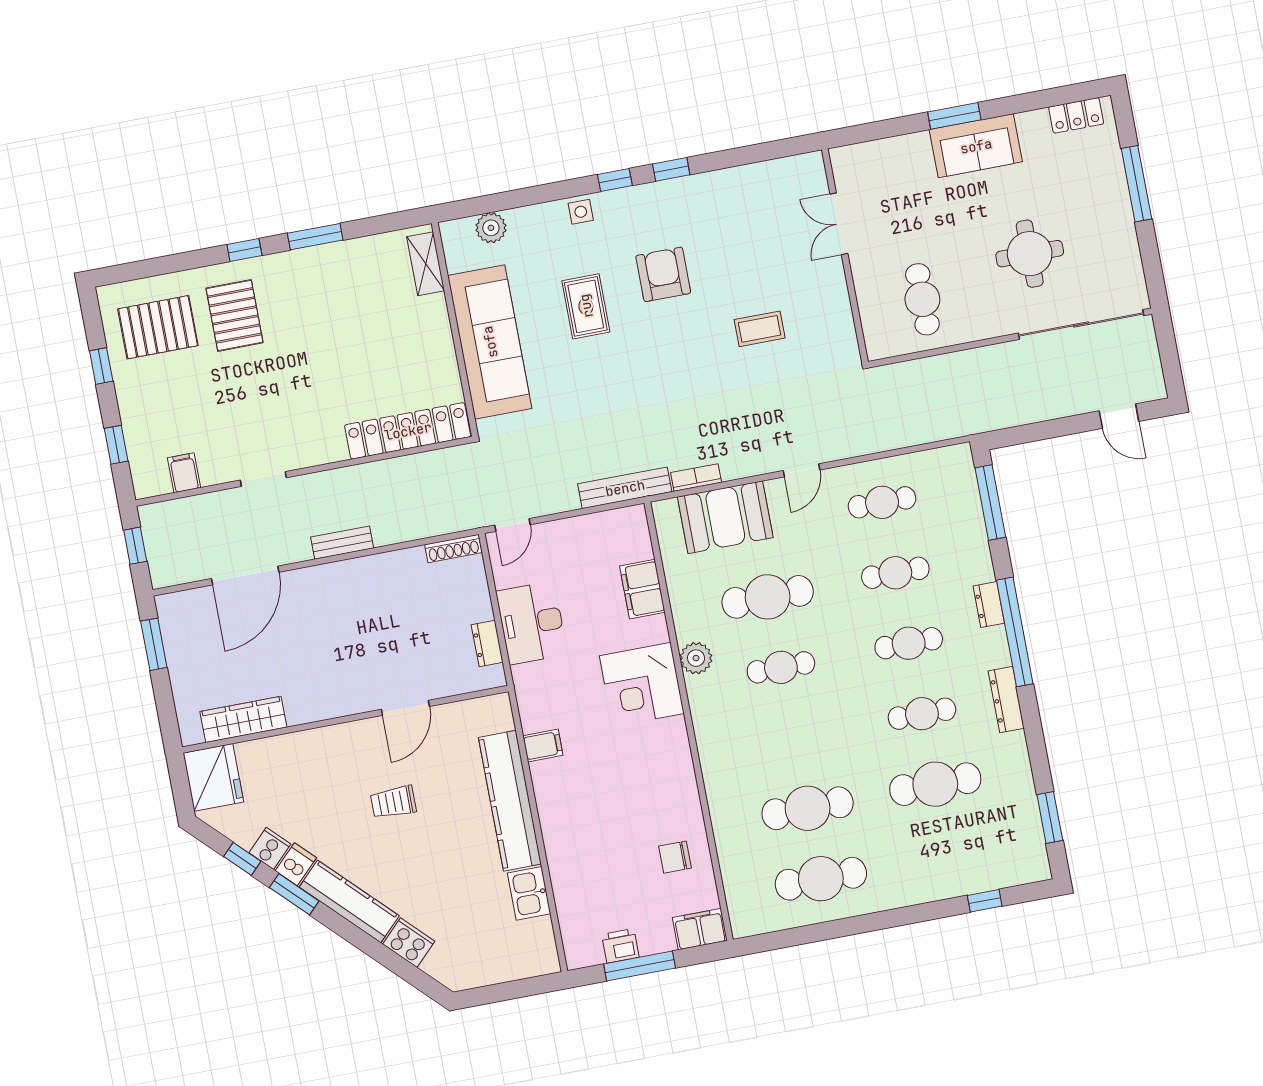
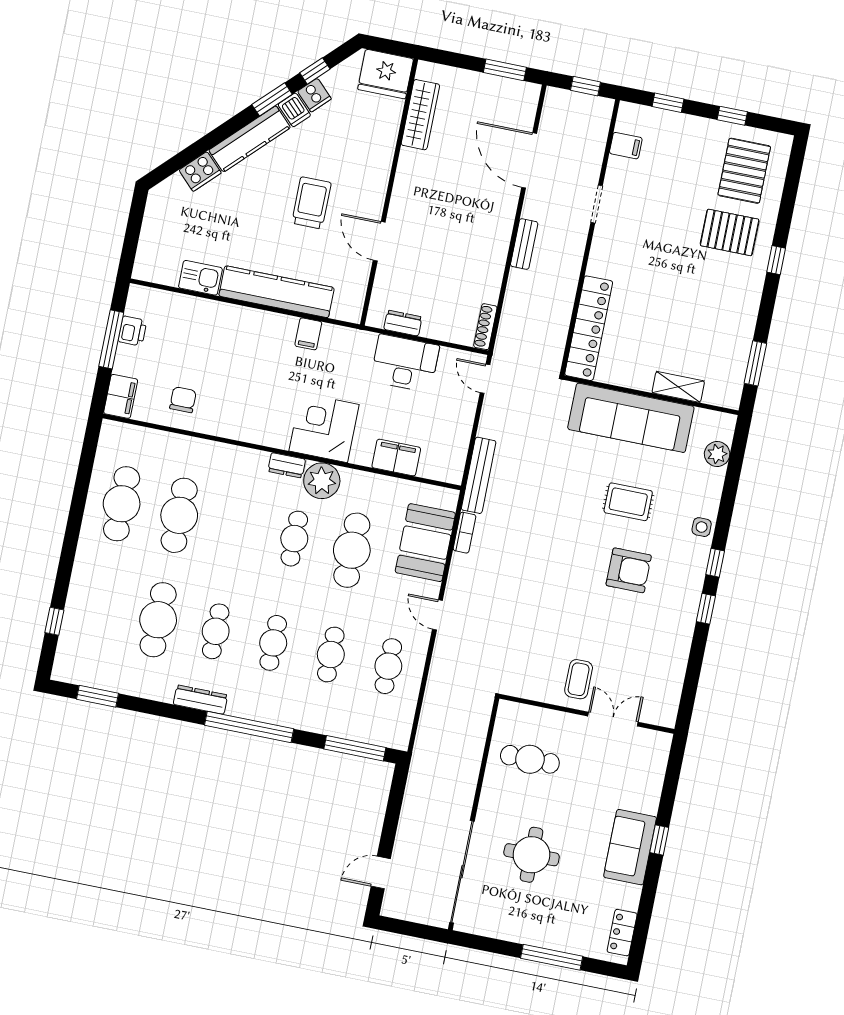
window: (954, 116) -> (659, 840), width x0.67
window: (315, 237) -> (755, 363), moved
shelving: (426, 264) -> (678, 387), moved
coffee table: (760, 329) -> (579, 679), moved
dresser: (989, 605) -> (287, 465), moved, turned 180
plant: (696, 658) -> (322, 481), width x1.36, depth x1.36
trolley: (393, 802) -> (311, 203), width x1.36, depth x1.39

